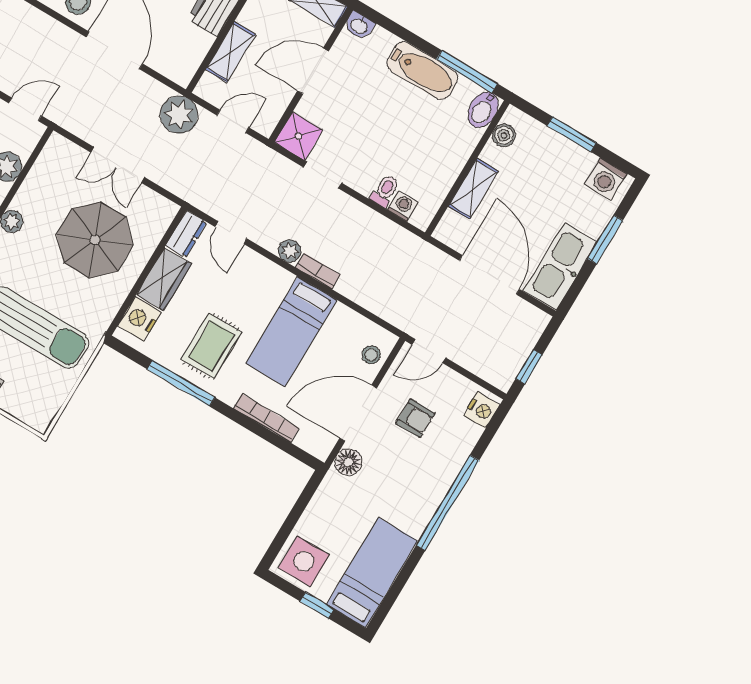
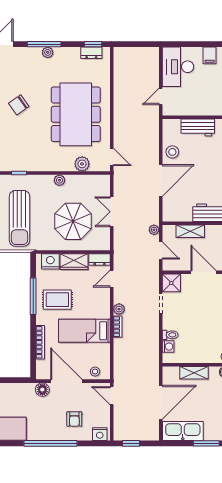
plant: (179, 115) -> (154, 230), width x0.53, depth x0.53
armchair: (415, 418) -> (74, 419), moved

